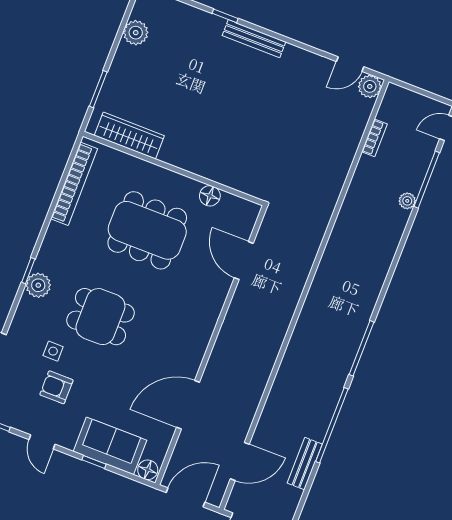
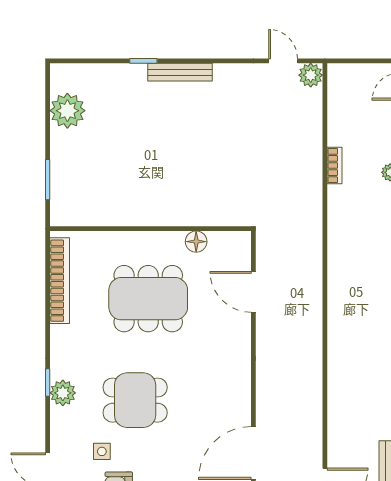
plant: (136, 33) -> (67, 111), width x1.36, depth x1.36
door: (350, 64) -> (283, 61), swing flipped
wardrobe: (129, 136) -> (95, 213), removed
bookcase: (374, 138) -> (335, 166), moved

